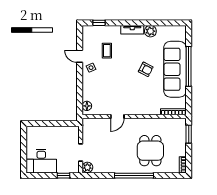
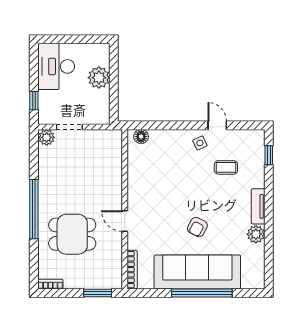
door: (80, 56) -> (217, 125), hinge flipped
door: (117, 117) -> (125, 221), moved
plant: (48, 133) -> (99, 78), added

